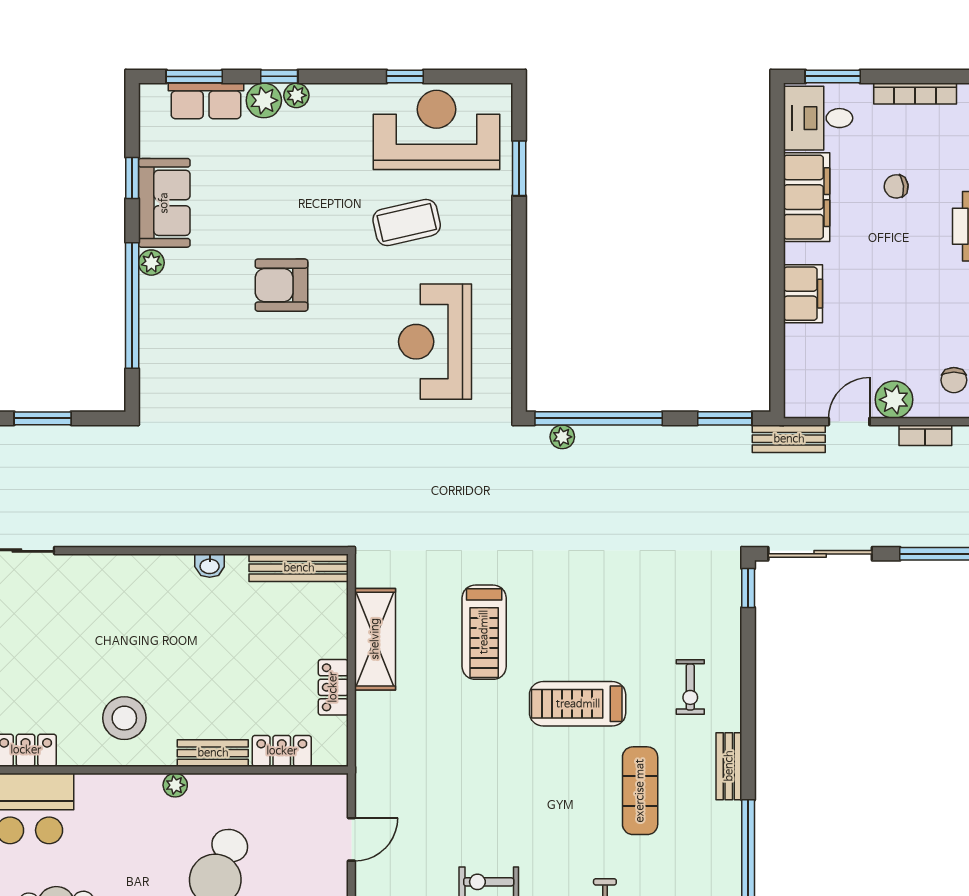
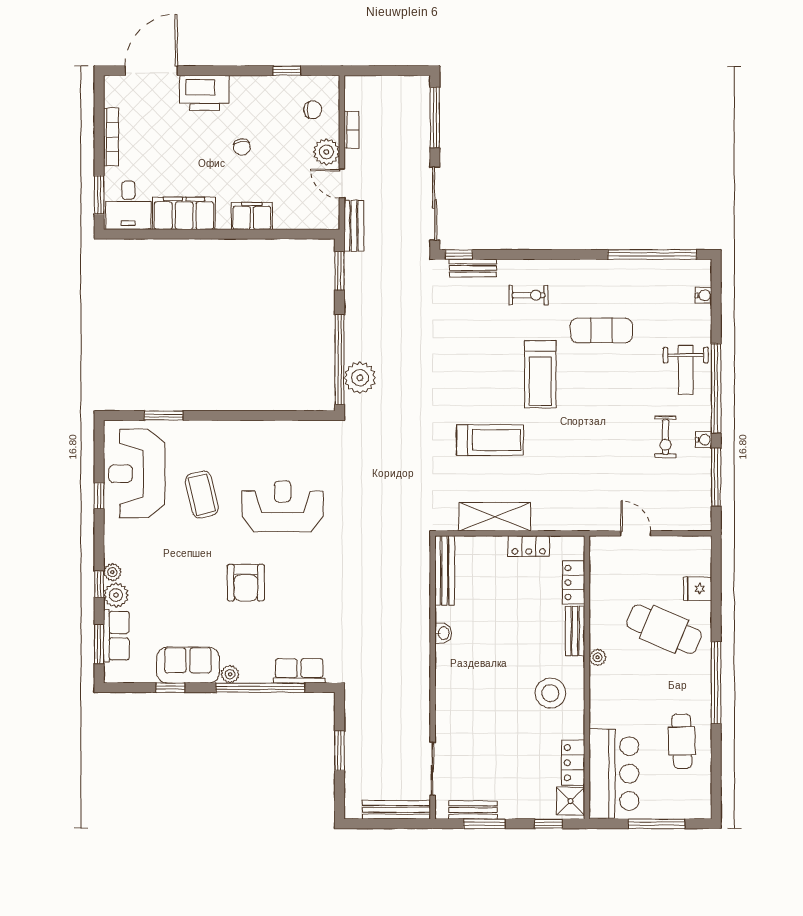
chair: (896, 186) -> (242, 147), moved
reception desk: (435, 342) -> (283, 506), moved, turned 180
row of seats: (156, 361) -> (299, 671), added
plant: (562, 437) -> (360, 378), width x1.87, depth x1.87
bench: (729, 766) -> (473, 268), moved

